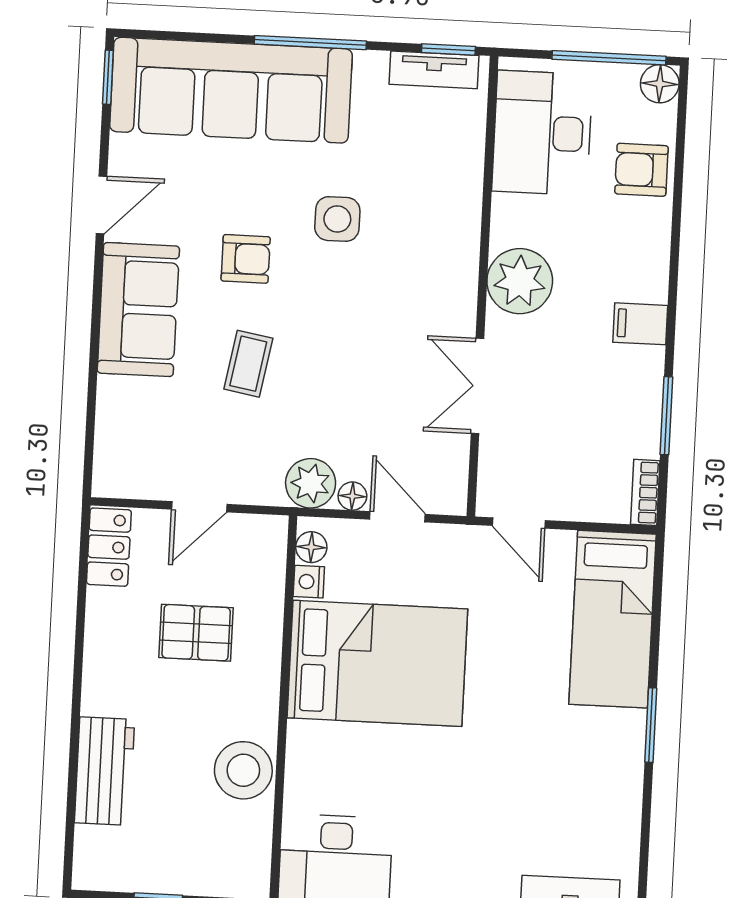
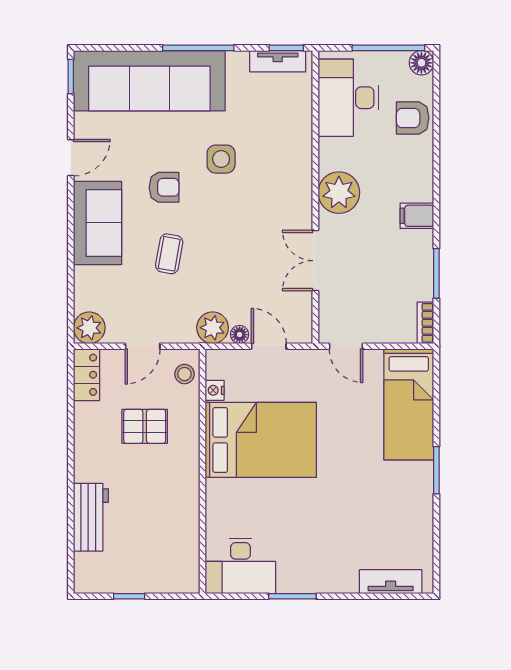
plant: (117, 474) -> (89, 328), added
floor lamp: (311, 547) -> (215, 368), removed
stool: (243, 770) -> (184, 374), moved, width x0.53, depth x0.53

